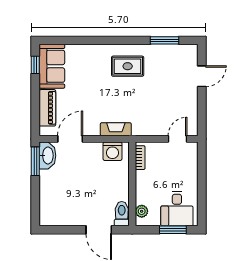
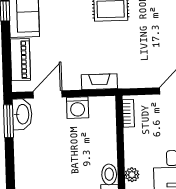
washing machine: (112, 151) -> (78, 108), moved

